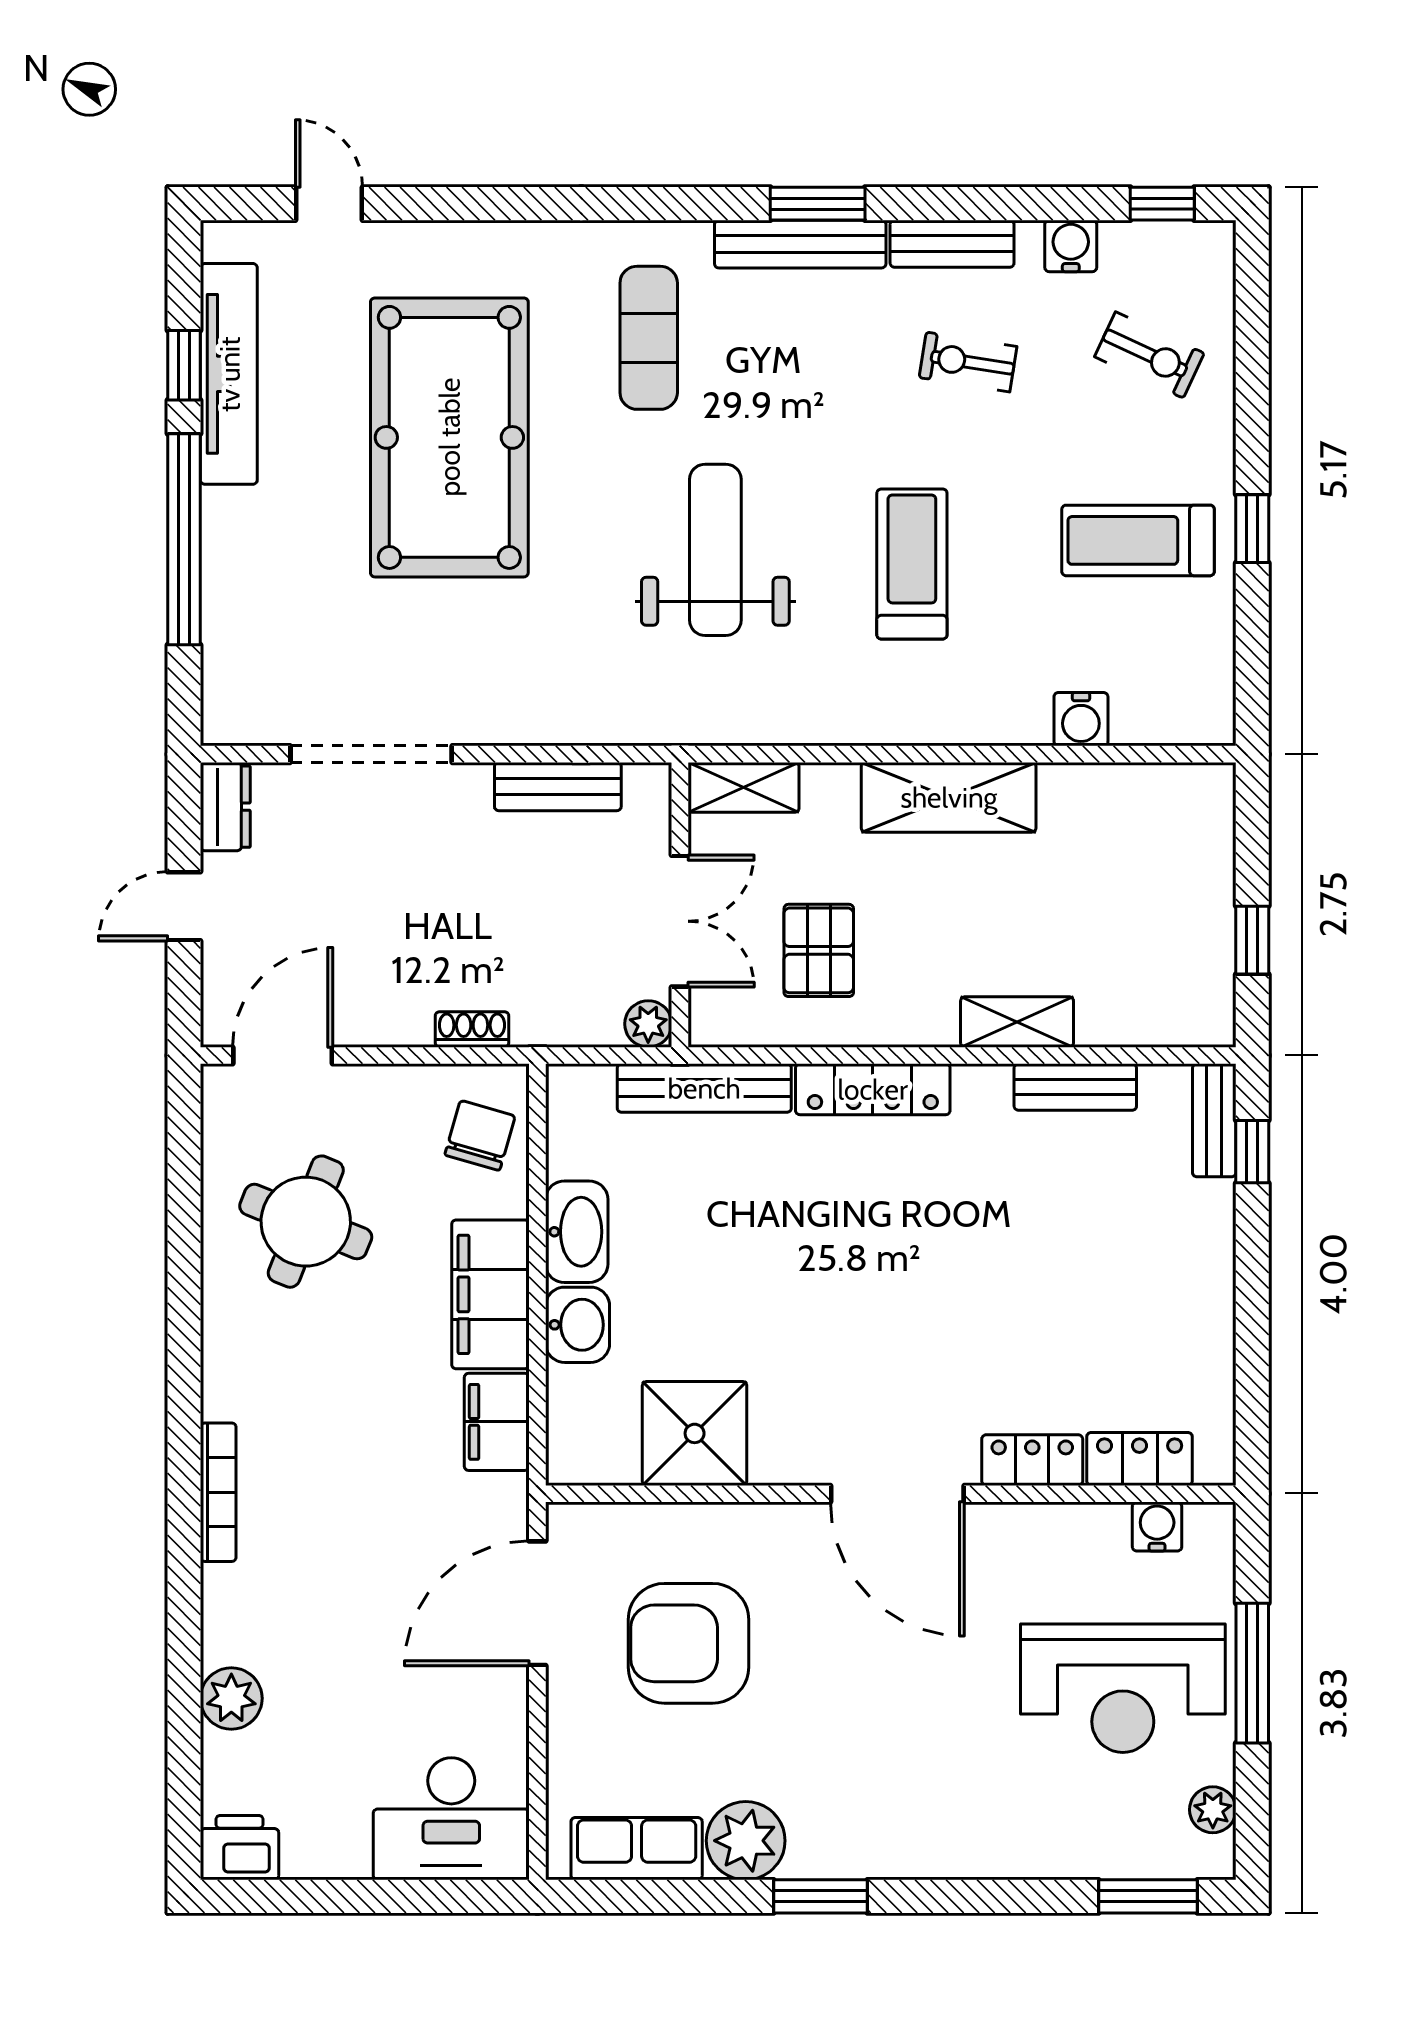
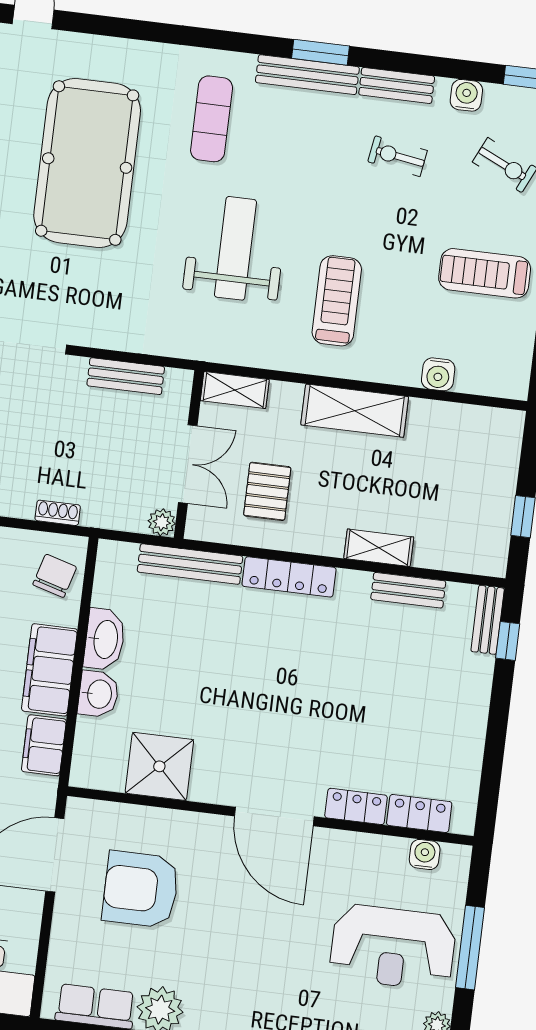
treadmill: (912, 564) -> (337, 301), moved

